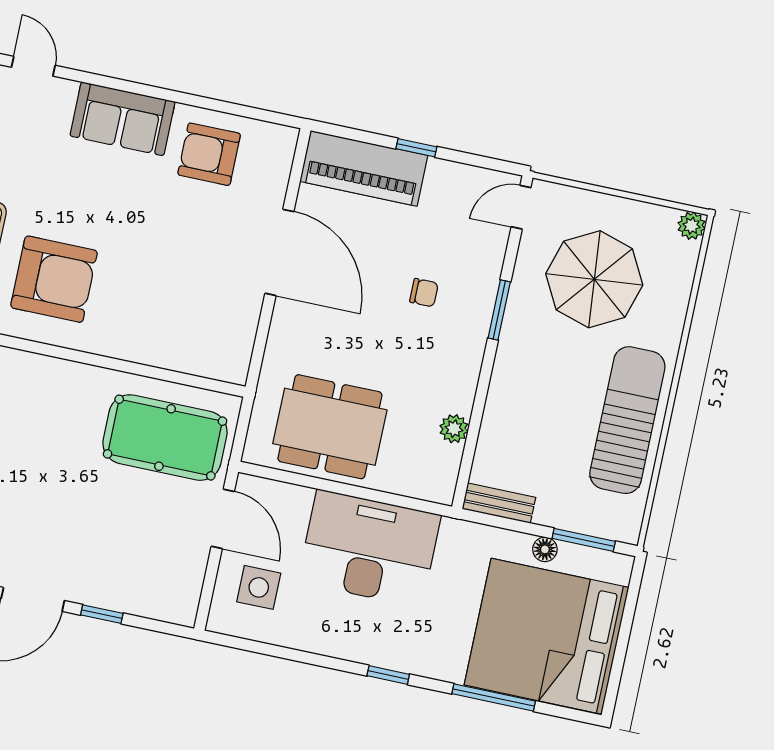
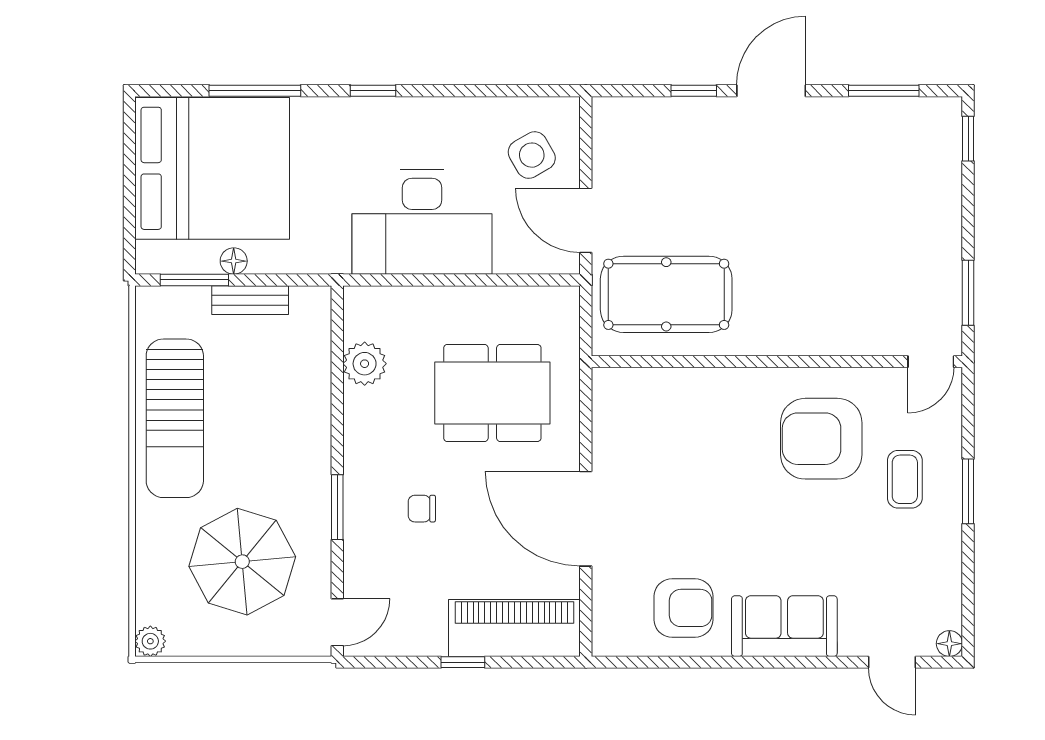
dining table: (330, 427) -> (492, 393), moved
plant: (454, 429) -> (365, 364), width x1.38, depth x1.38
bench: (499, 503) -> (250, 300), moved
side table: (259, 587) -> (532, 155), turned -30

